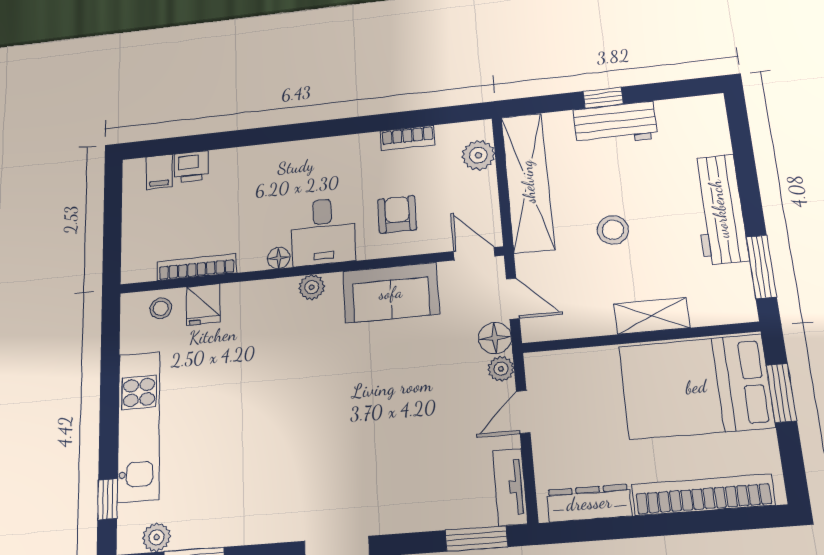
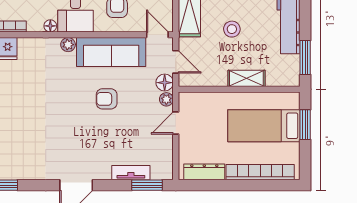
sofa: (391, 293) -> (111, 52), width x1.36
armchair: (387, 378) -> (107, 99), added
bed: (696, 387) -> (264, 126), width x0.67
tv unit: (510, 487) -> (131, 173), moved, turned 90

